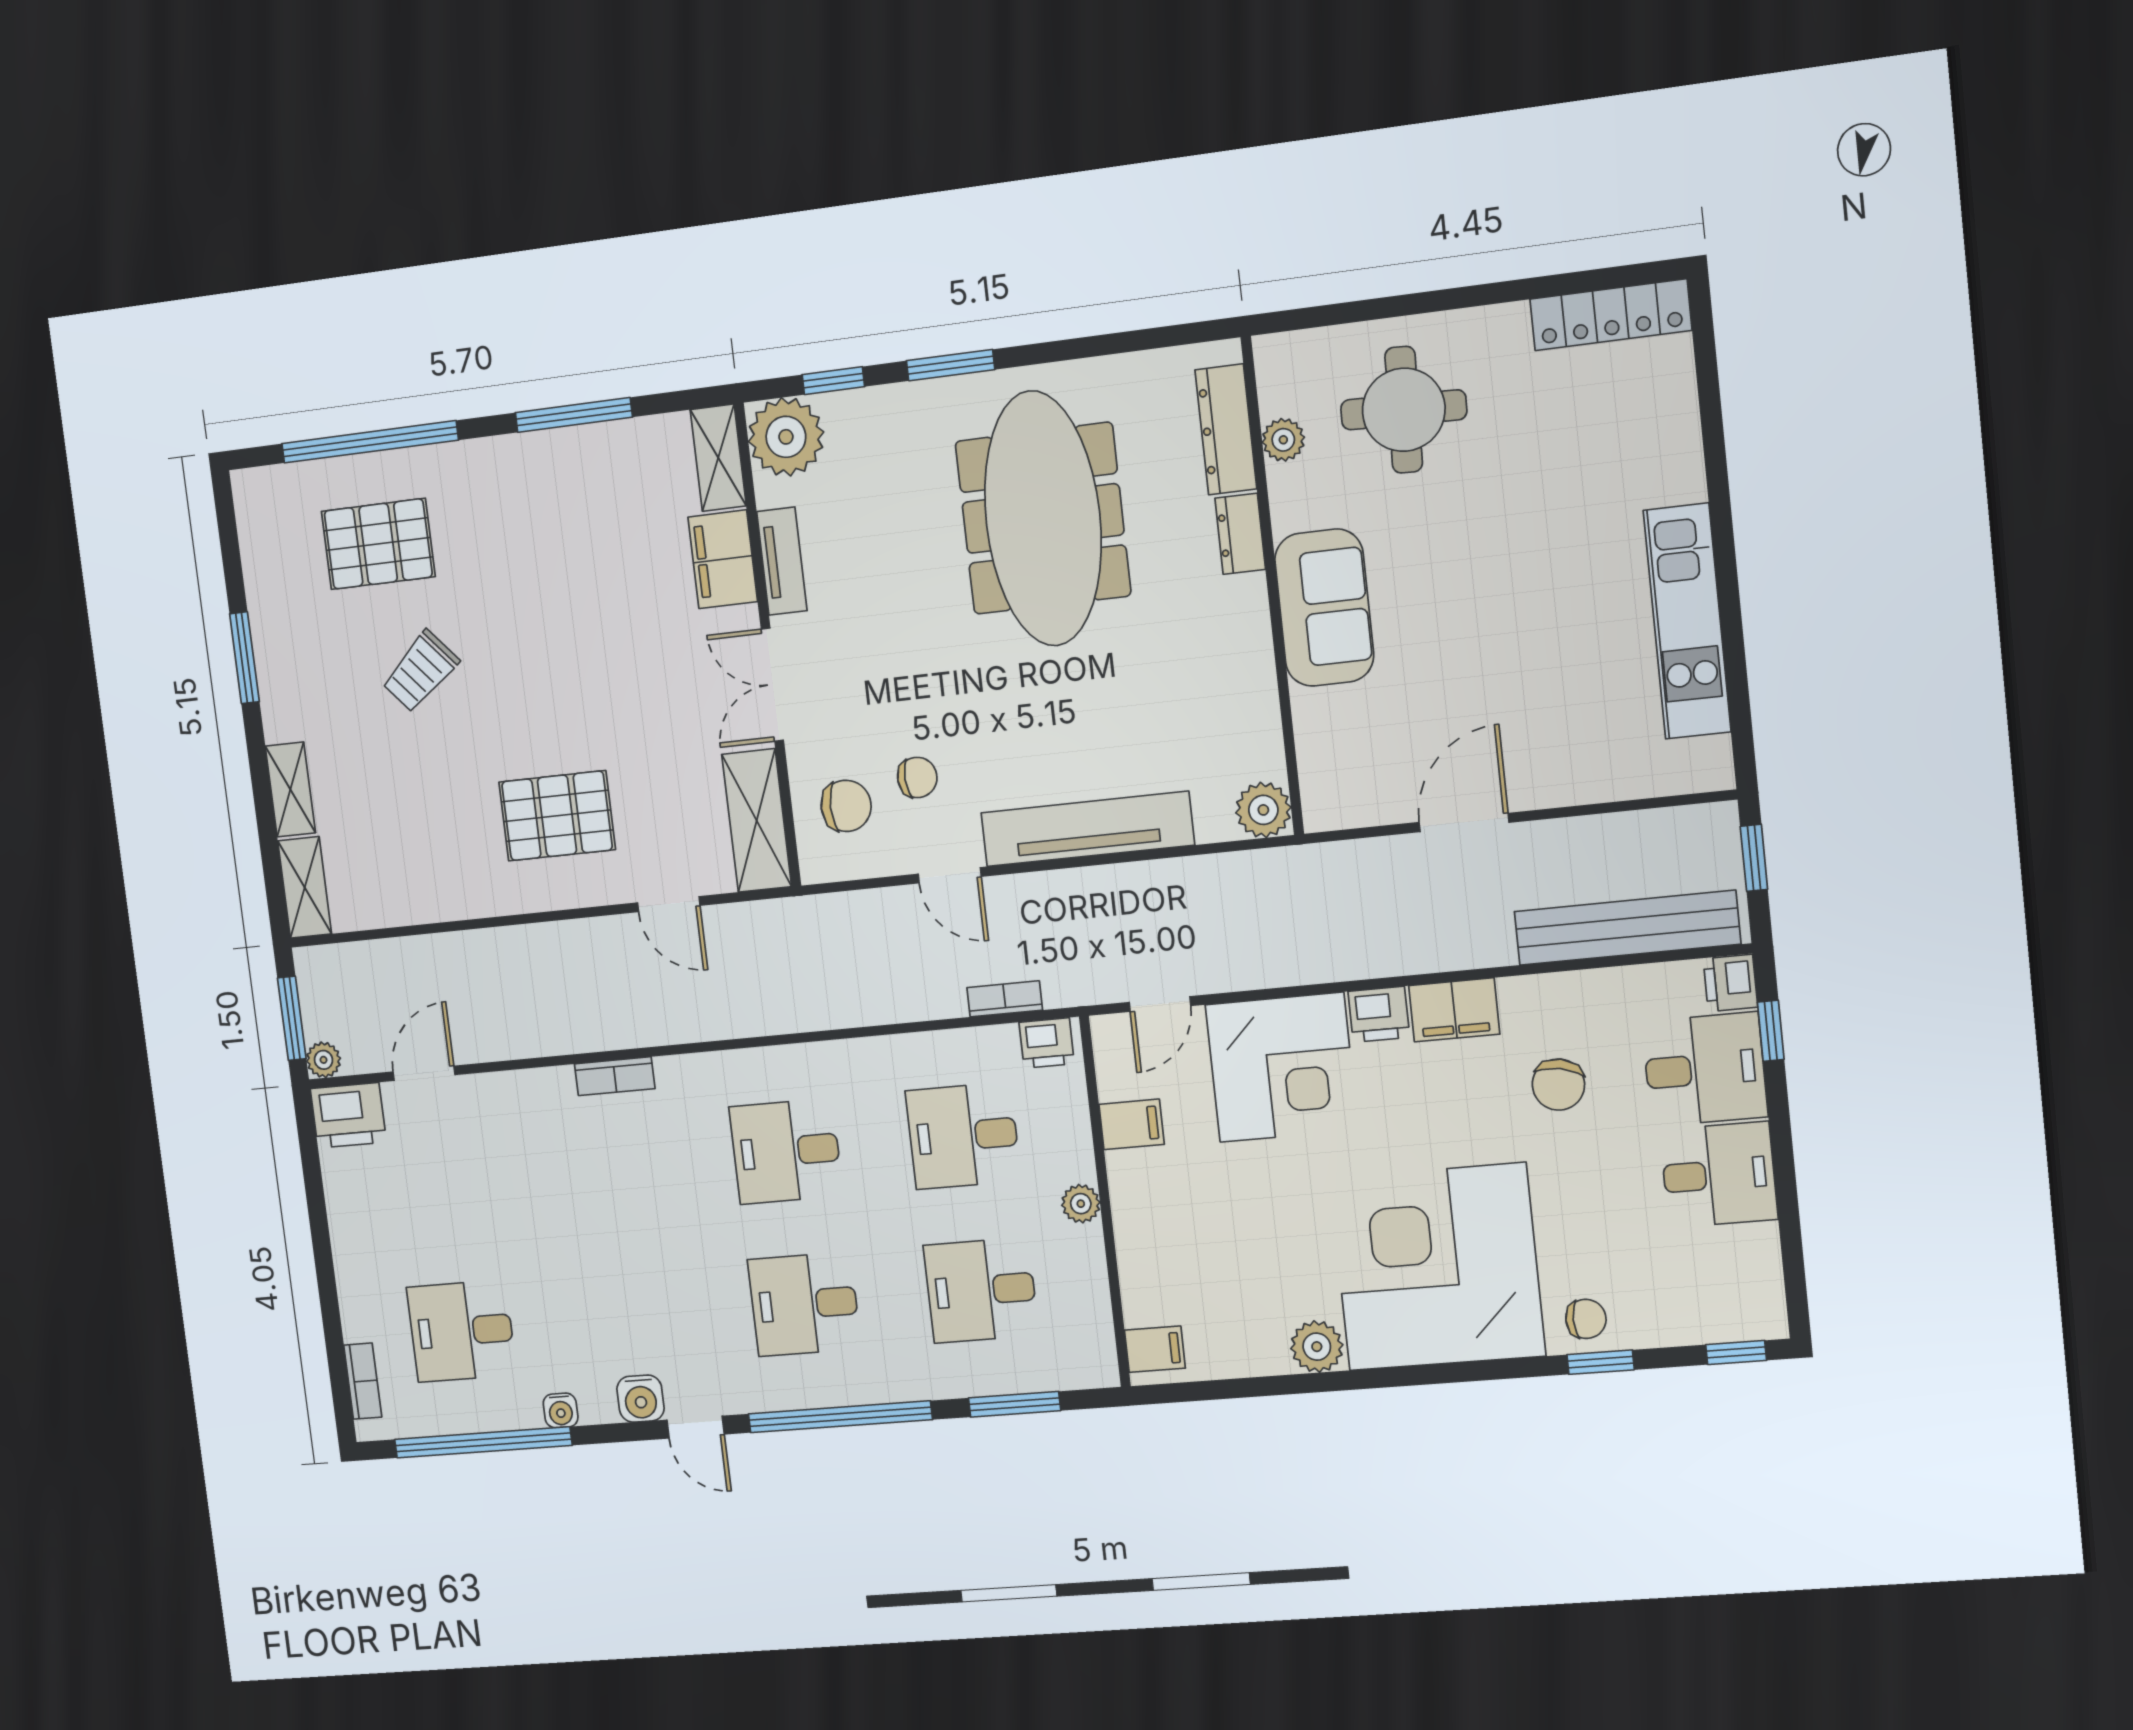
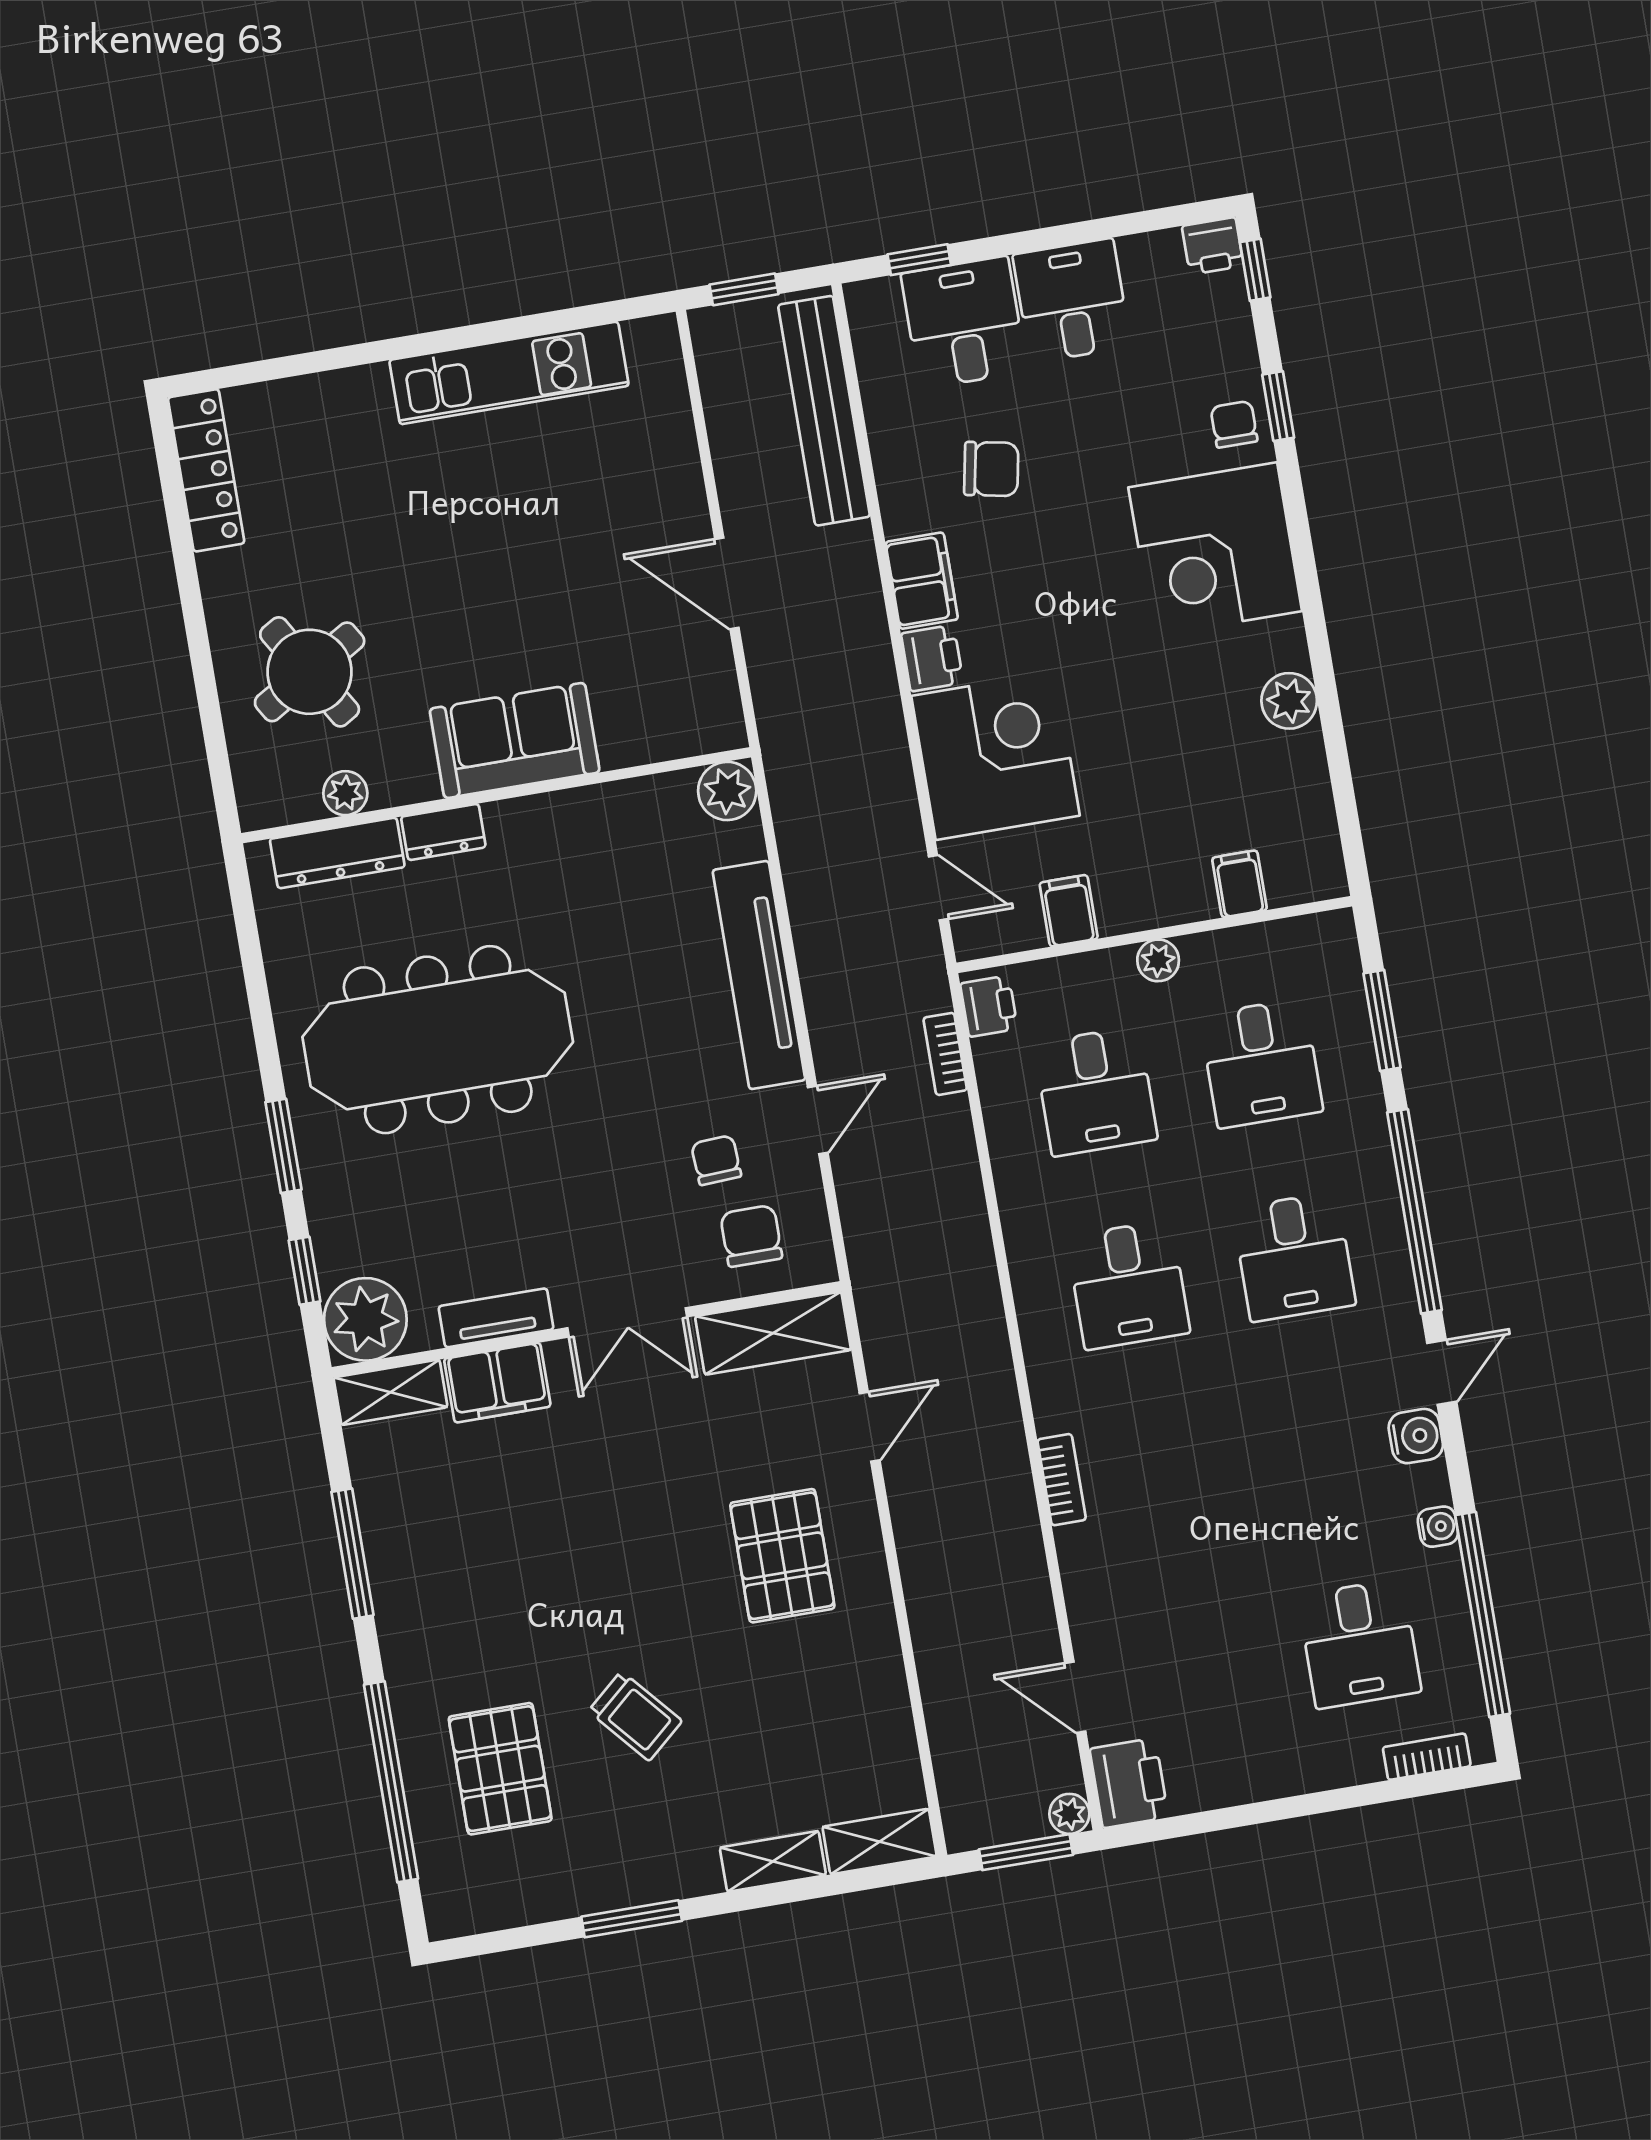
round table: (1404, 410) -> (310, 672), turned -33
printer: (1730, 983) -> (1213, 246), moved
corner desk: (1437, 1267) -> (1215, 549), width x0.74, depth x0.74
filing cabinet: (1155, 1349) -> (1239, 884), moved

